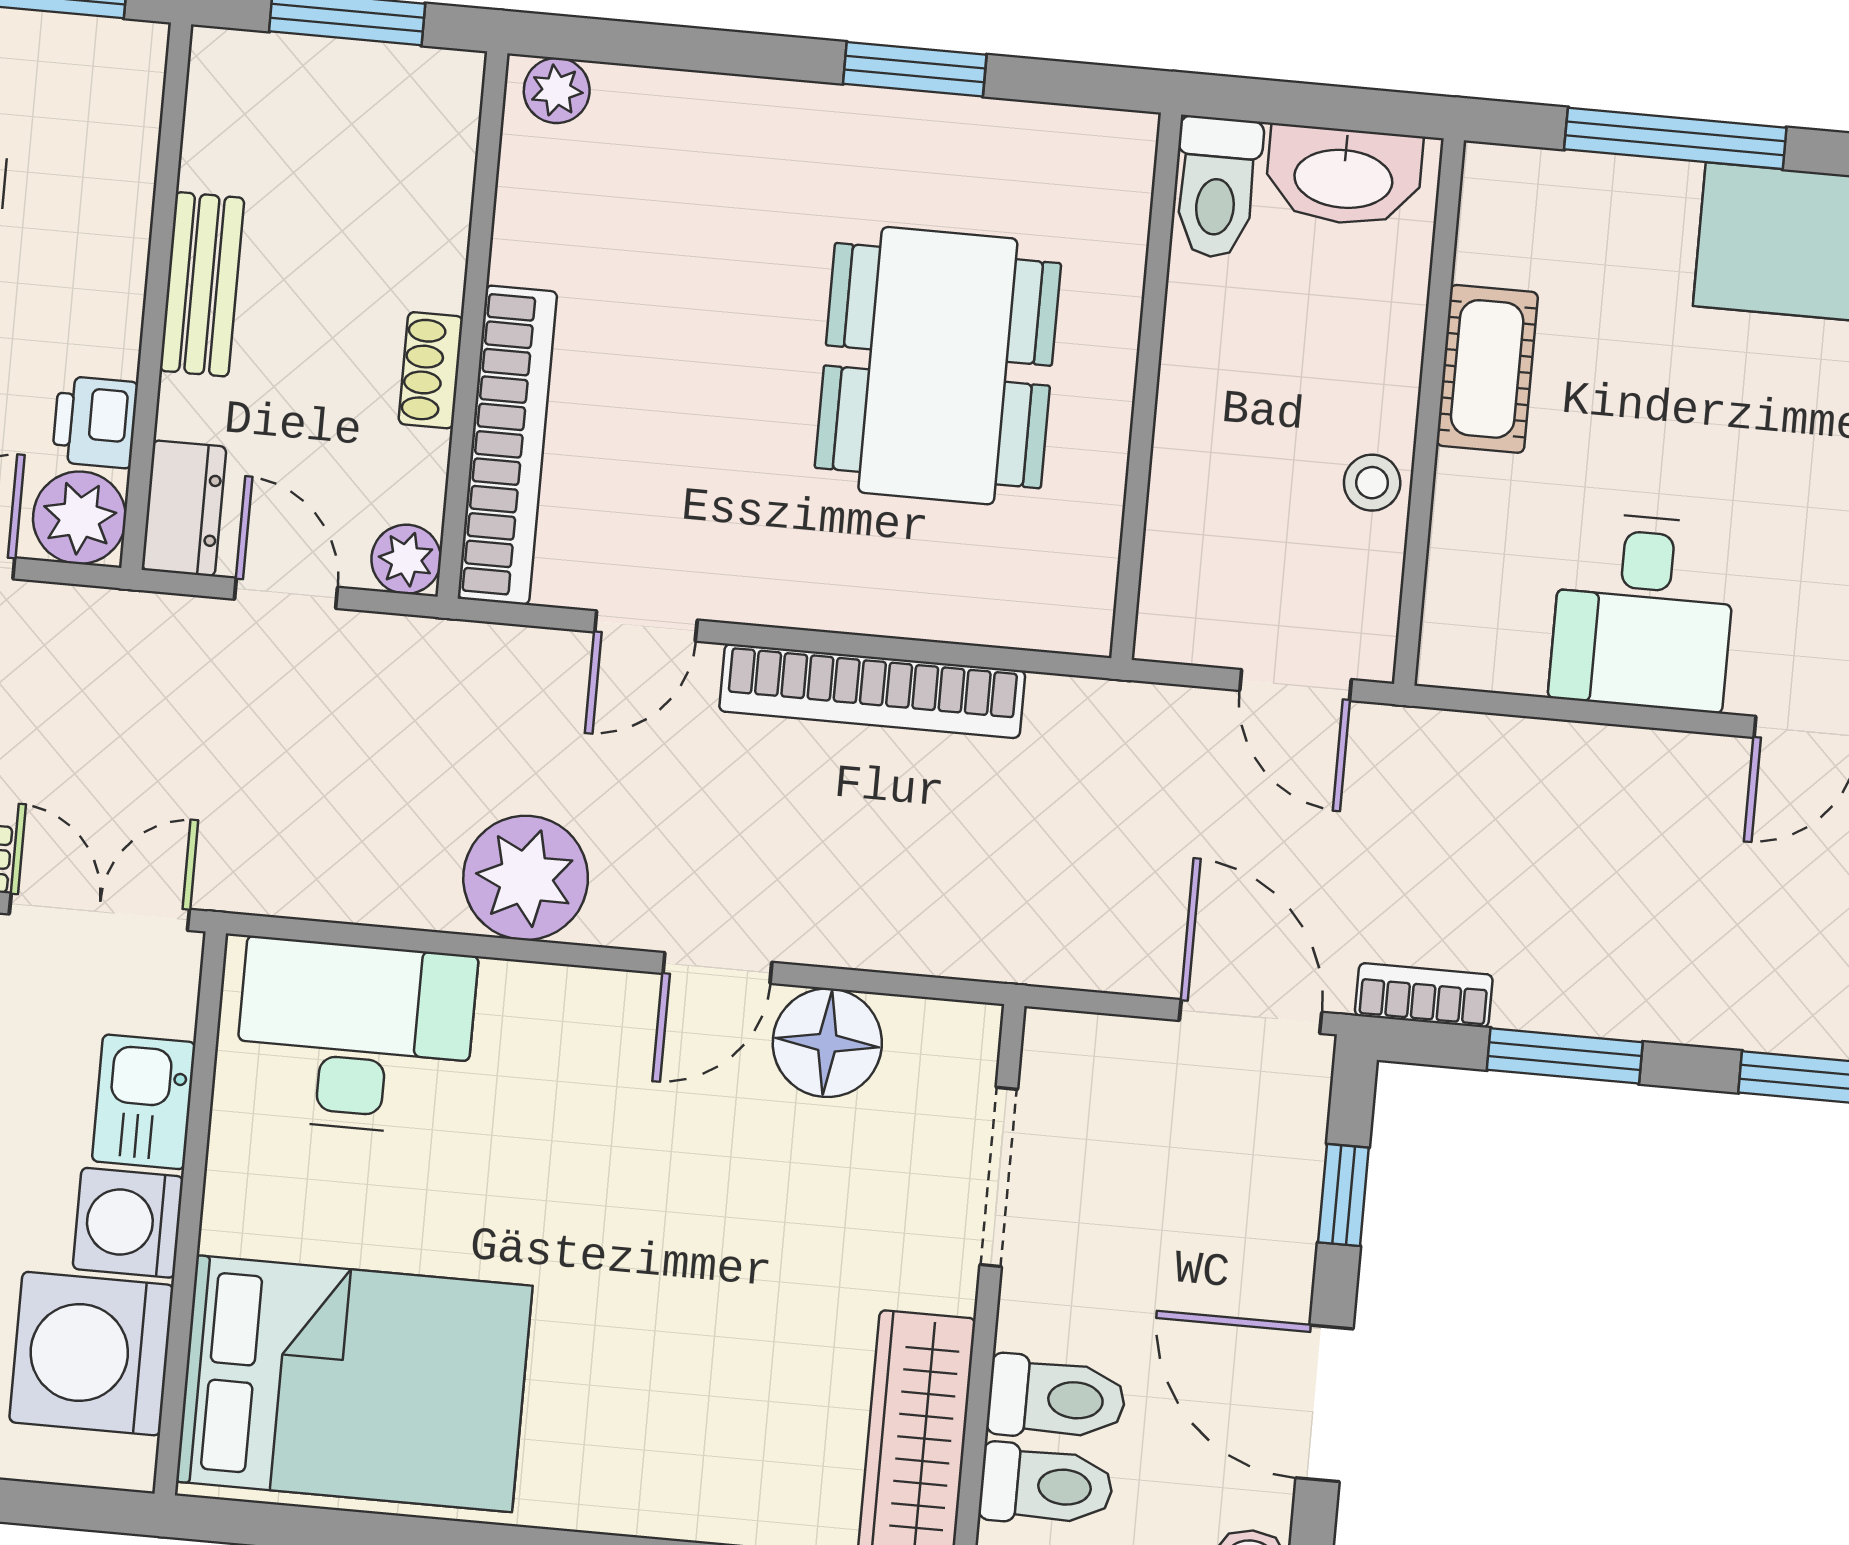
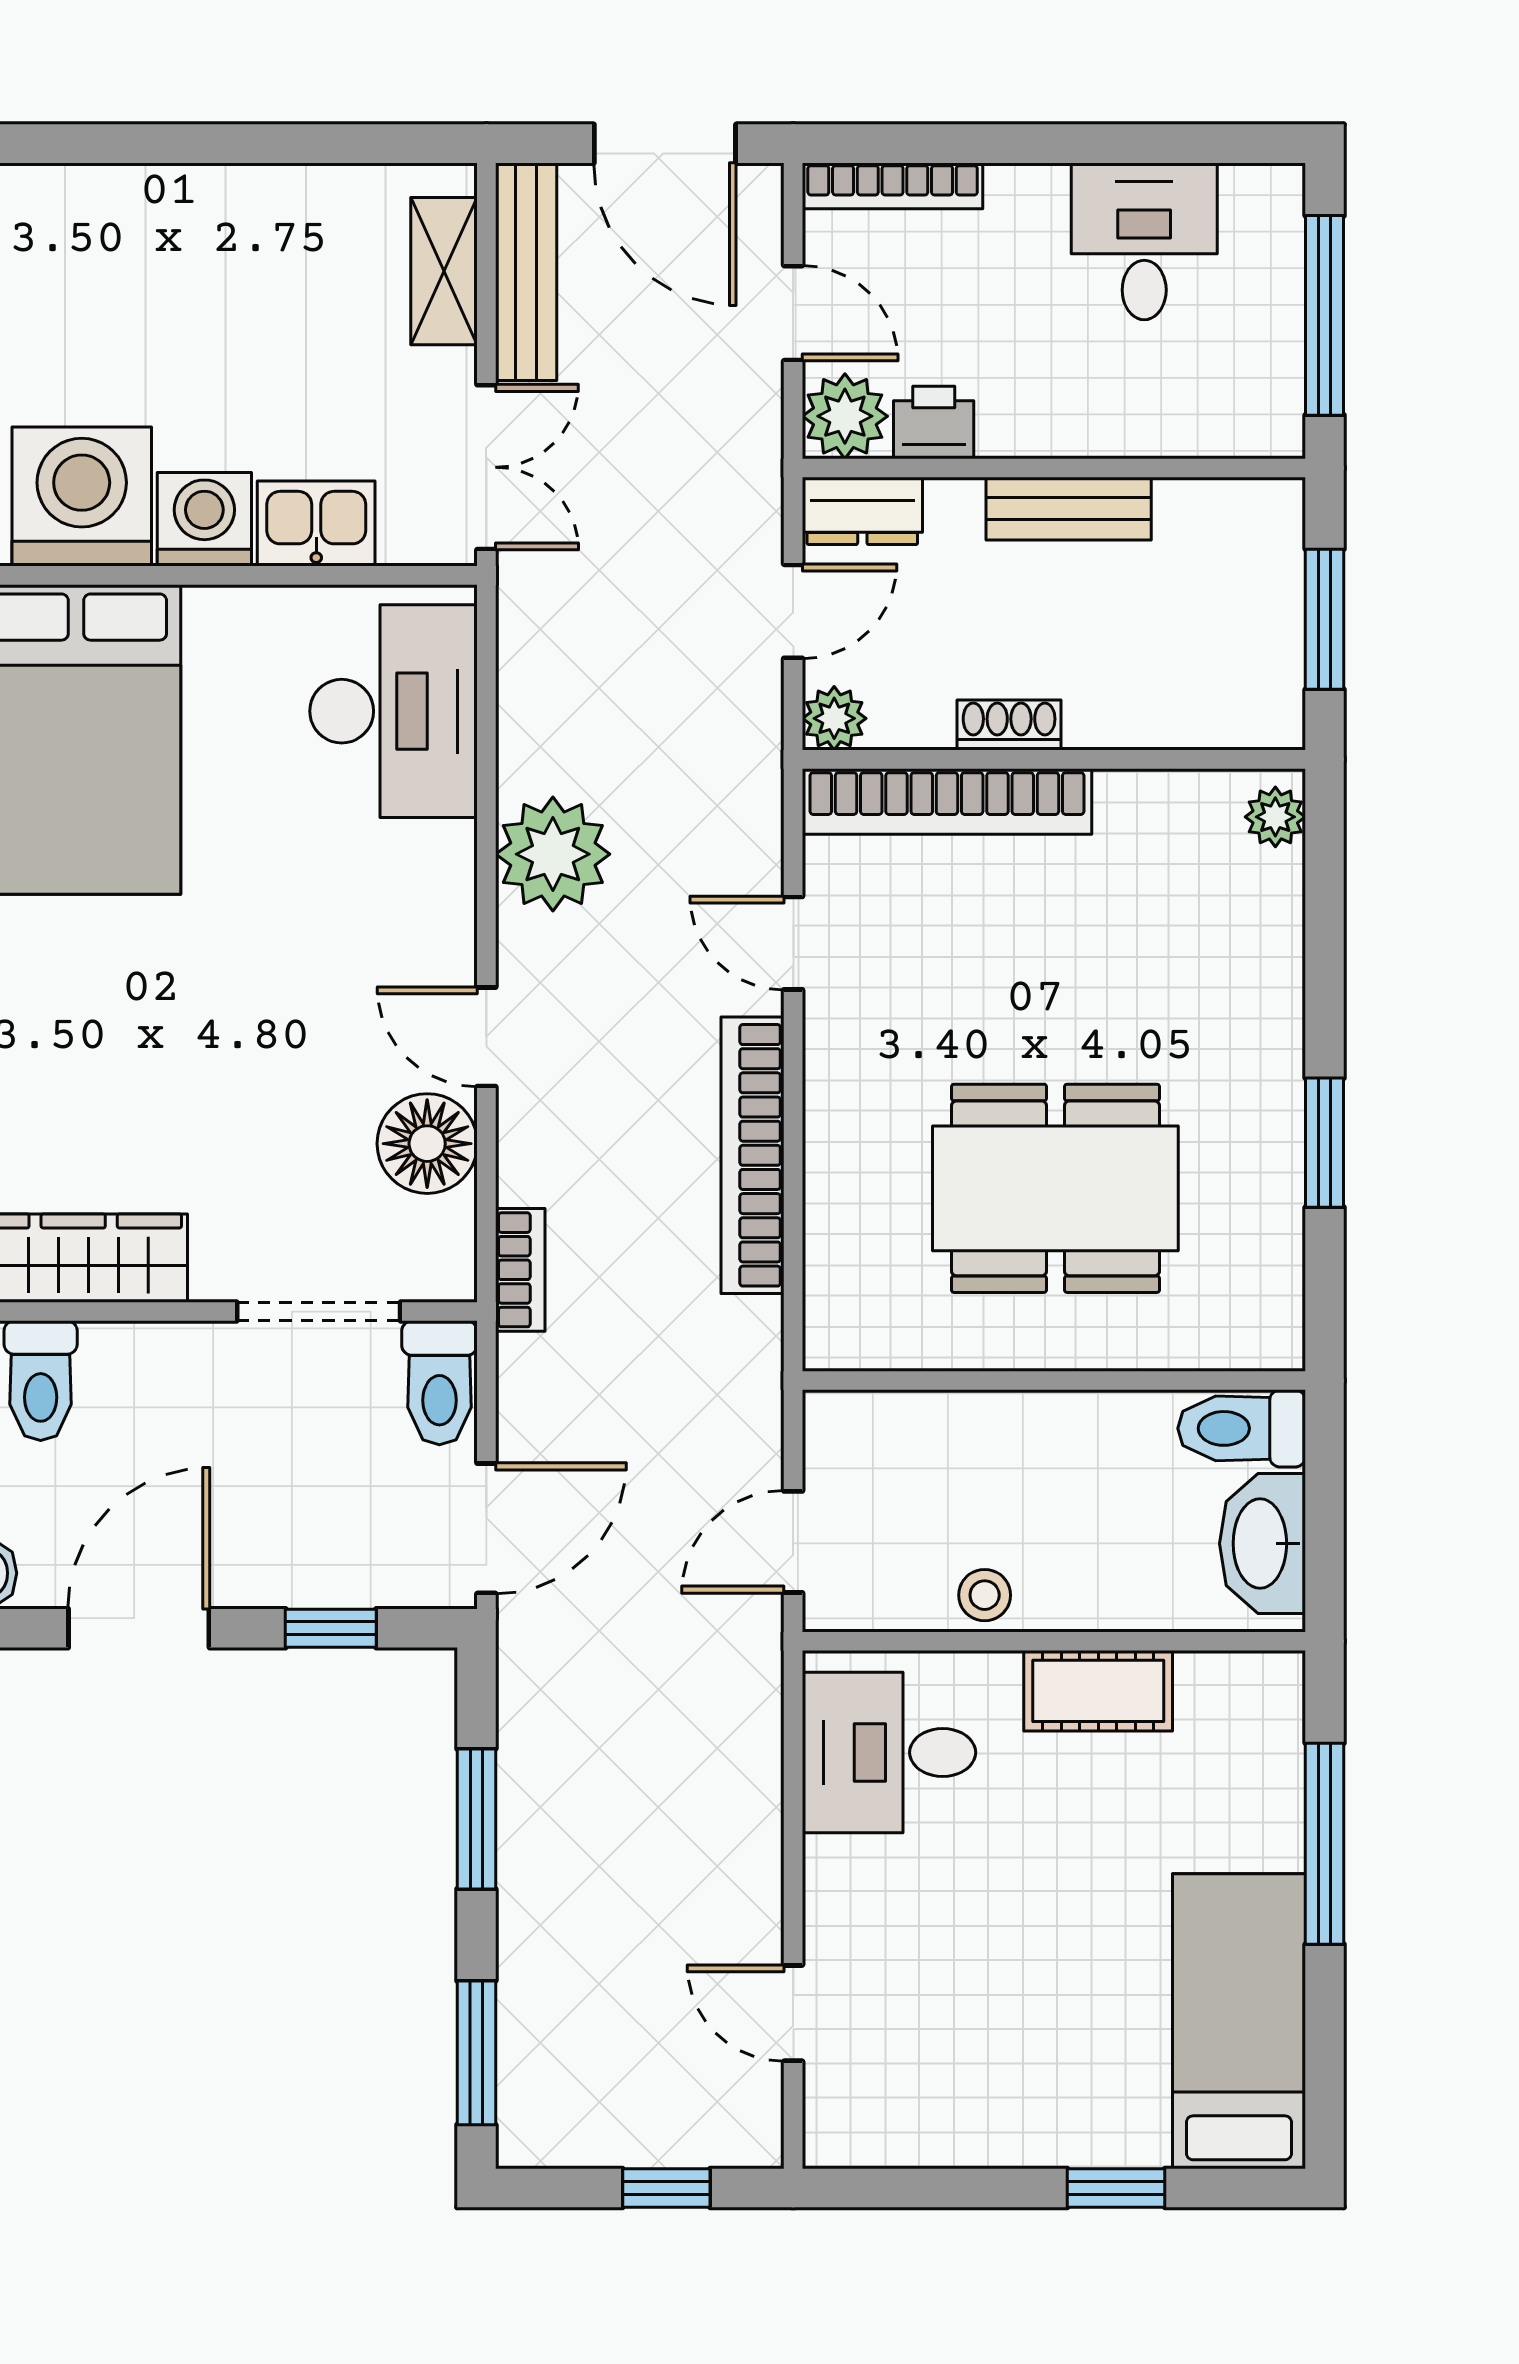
desk: (1643, 612) -> (889, 1752), moved
bookcase: (1424, 995) -> (520, 1270), moved
toilet: (1057, 1399) -> (439, 1383), moved

